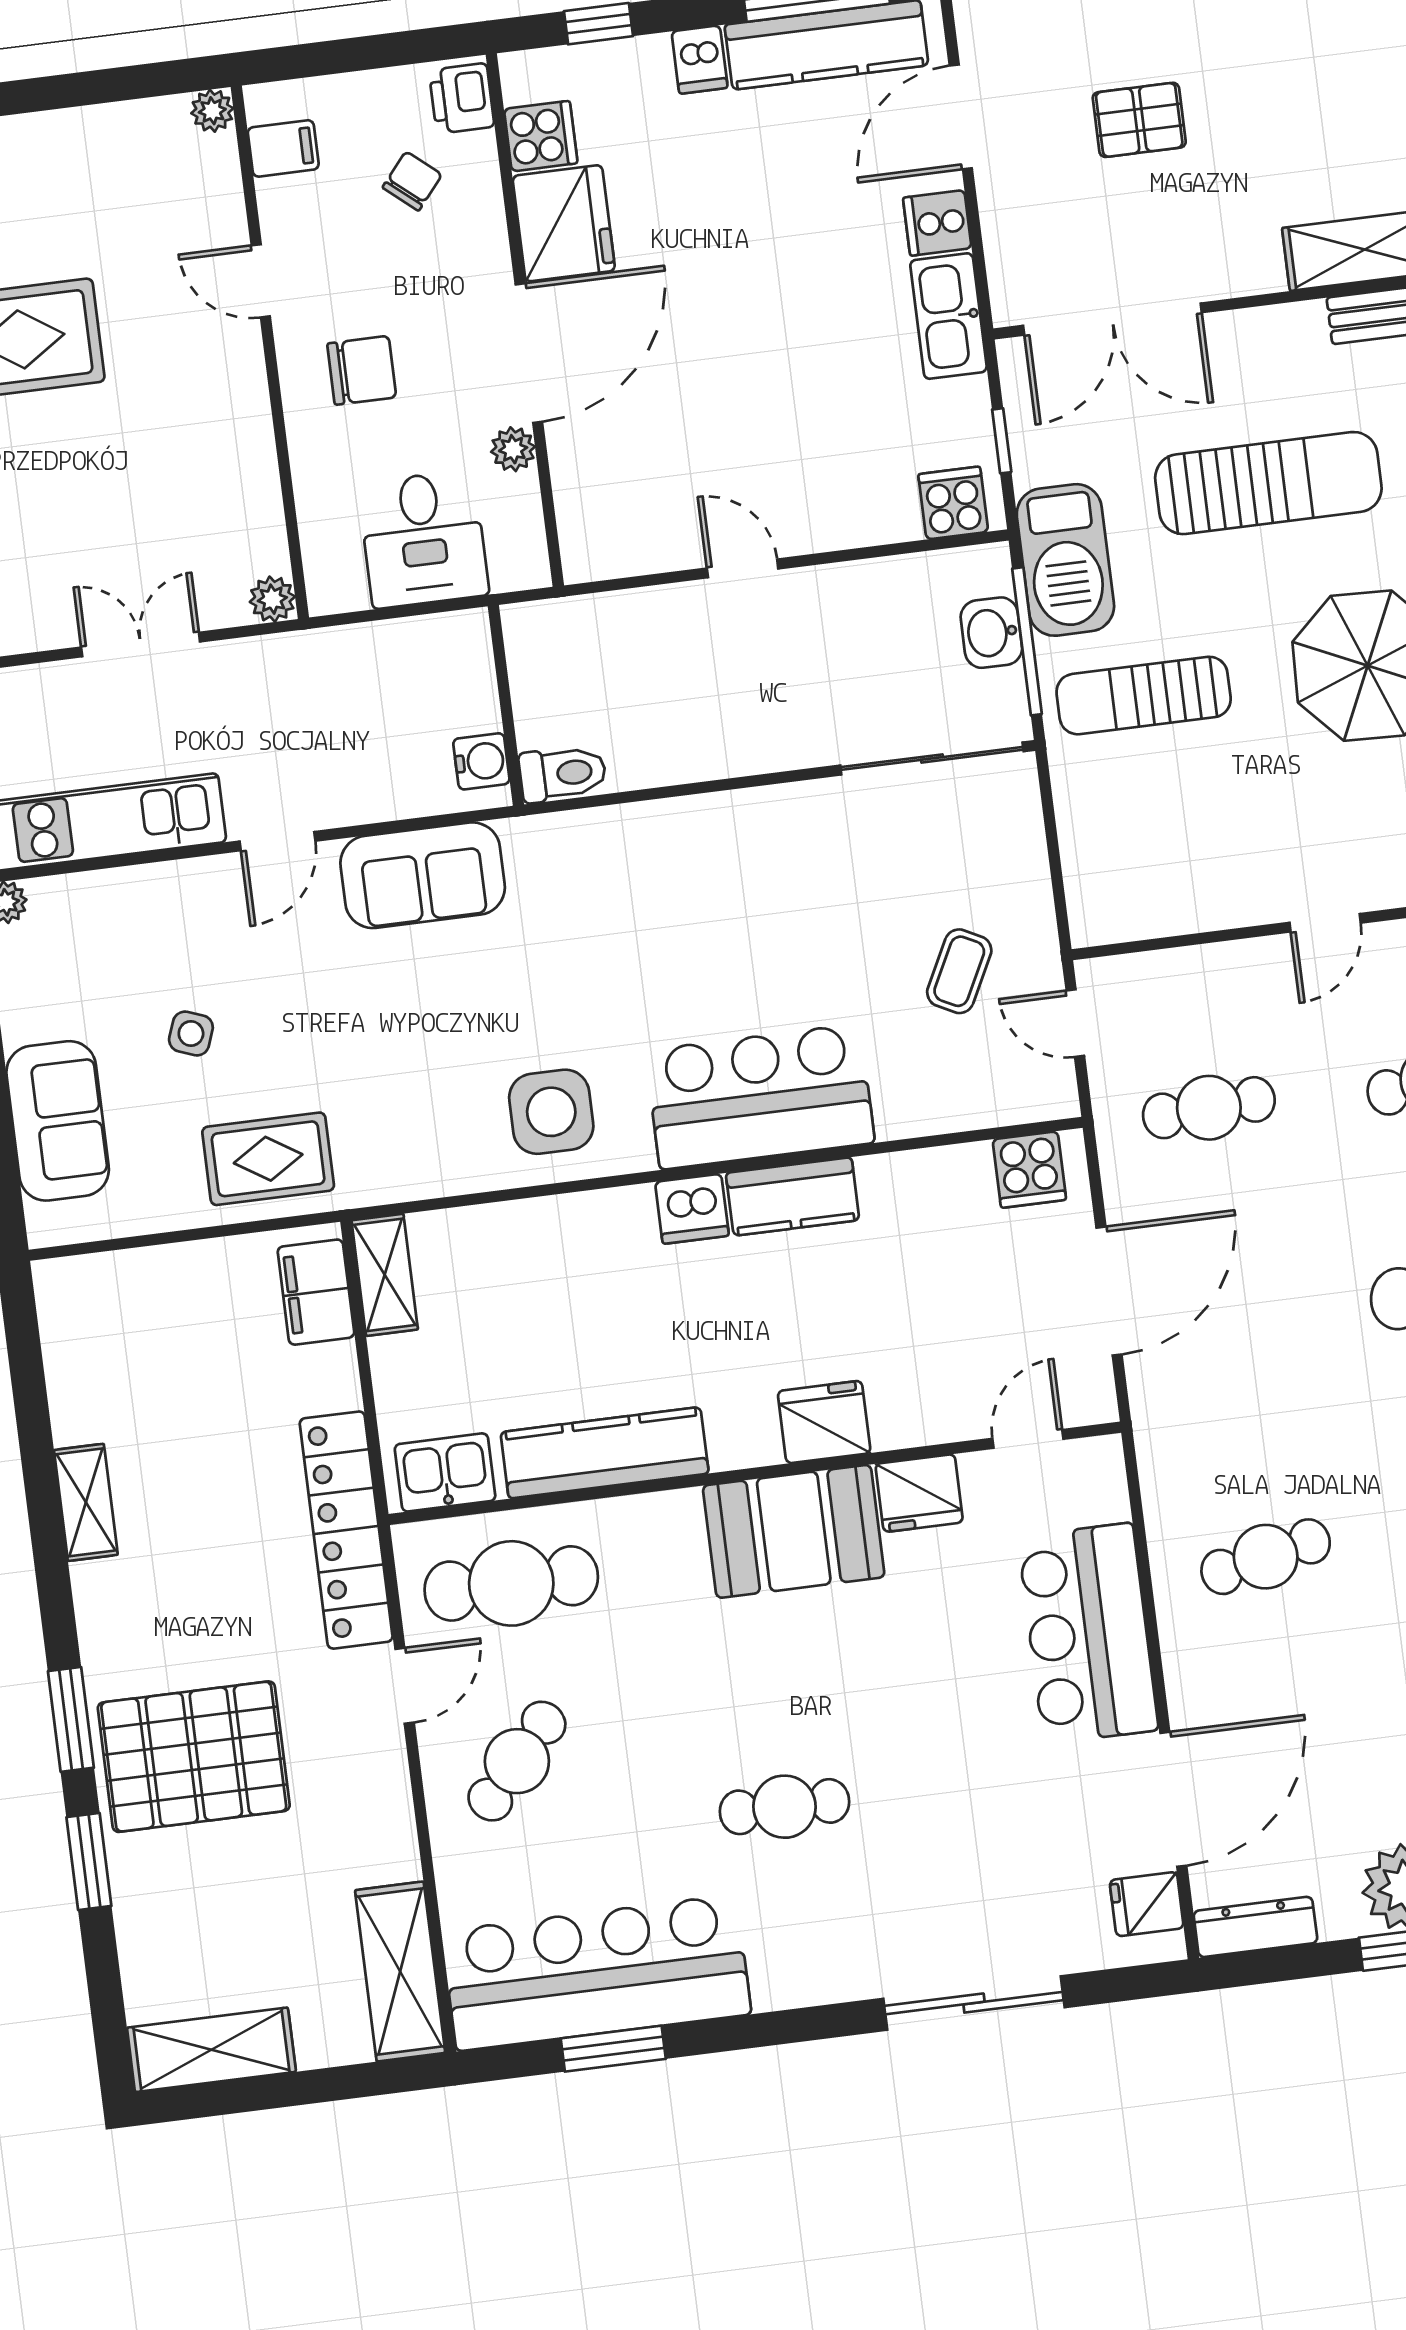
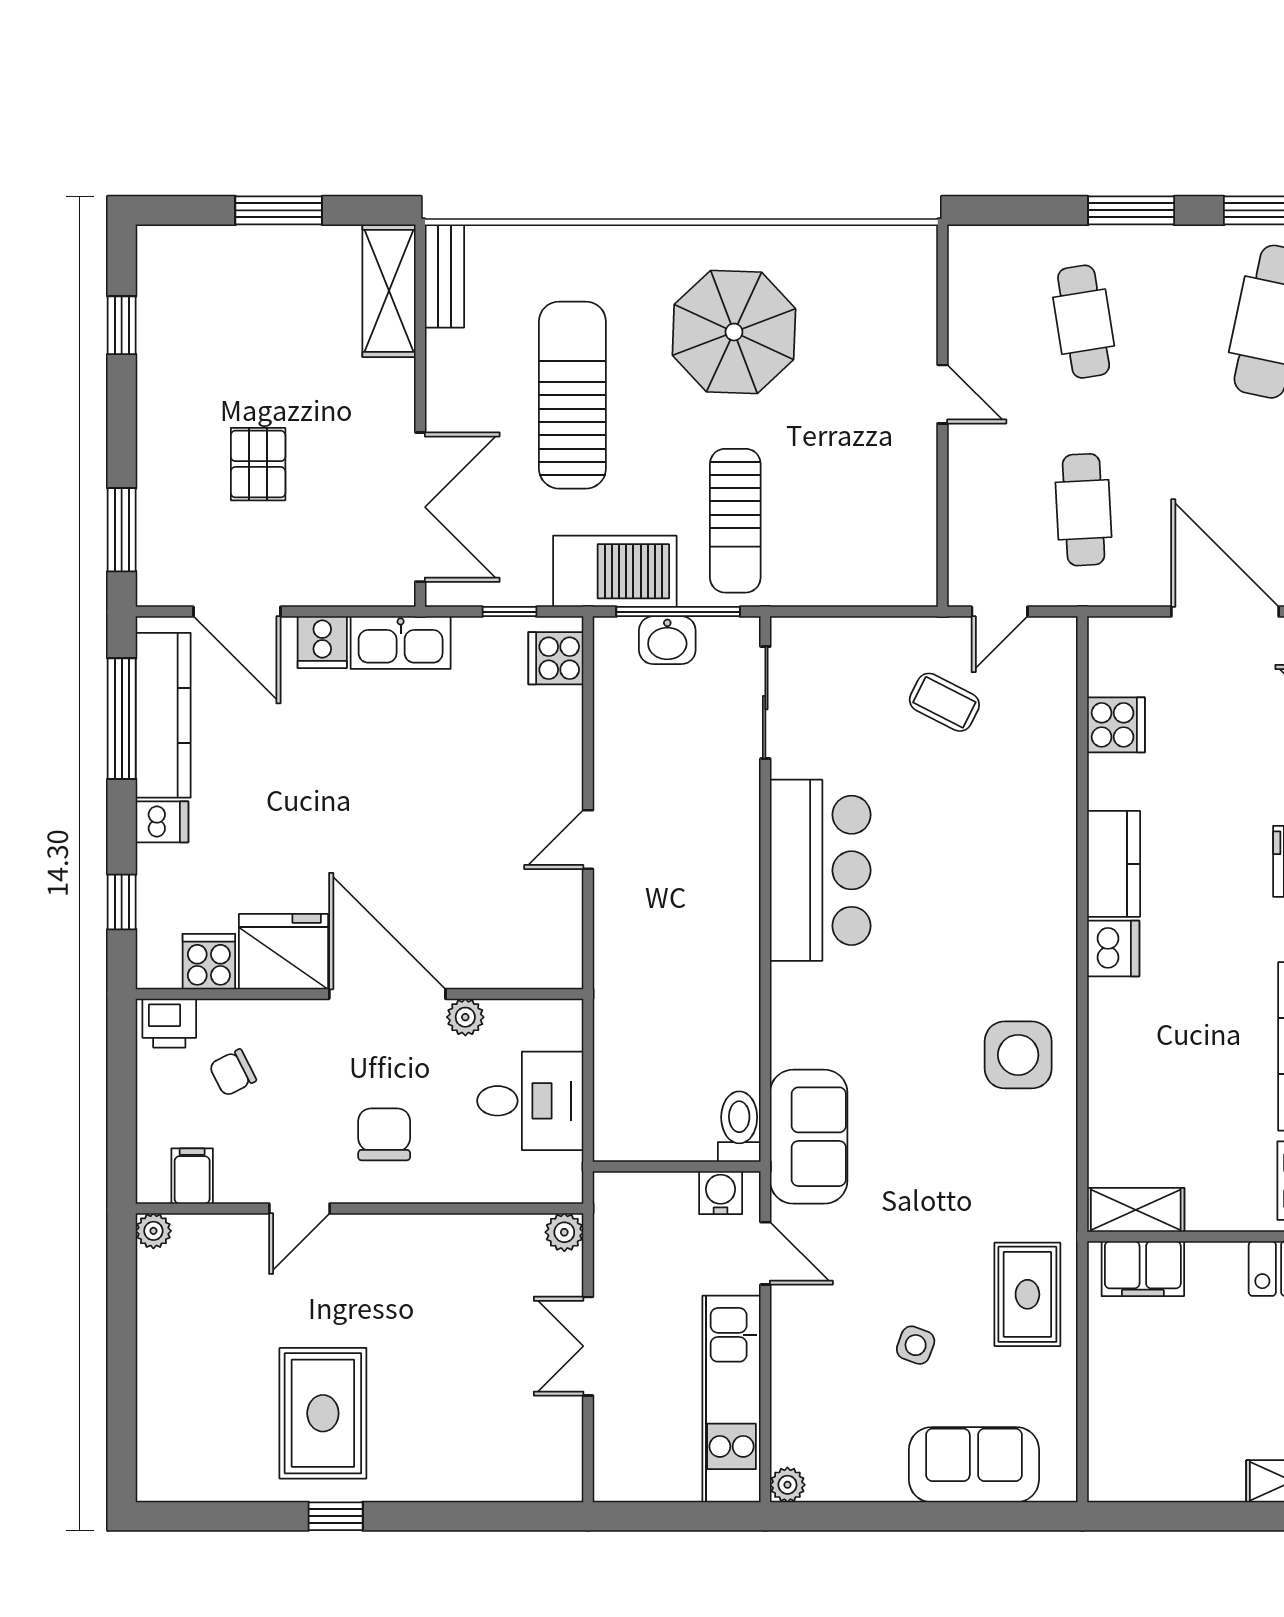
chair: (412, 181) -> (233, 1073), turned -67
wall: (506, 705) -> (677, 1166), moved
sliding door: (932, 758) -> (765, 703), width x0.73
water cooler: (481, 761) -> (721, 1193), moved
toilet: (563, 774) -> (739, 1127), moved
bar counter: (760, 1097) -> (820, 870), moved, turned 180
cooker: (1029, 1170) -> (1116, 725), moved

